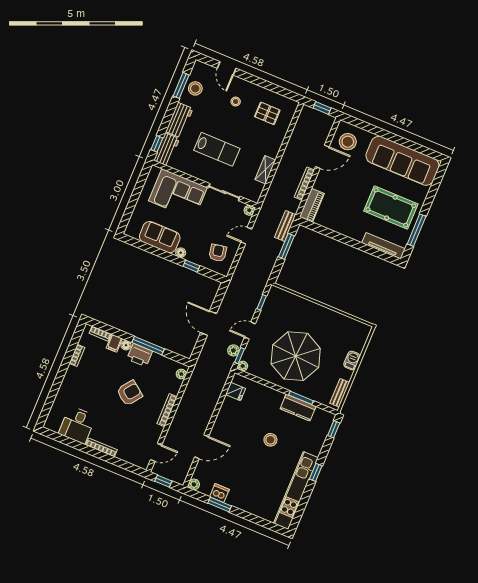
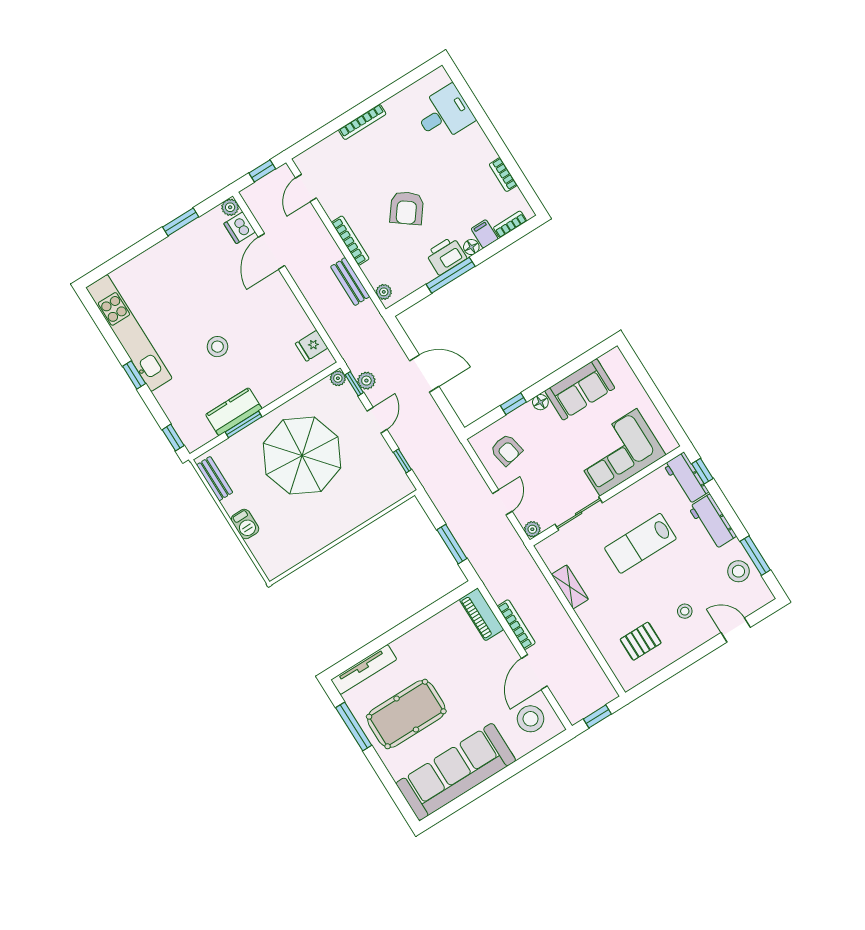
bench: (285, 226) -> (350, 282), moved
desk: (77, 425) -> (444, 114), moved, turned 90
dishwasher: (219, 493) -> (240, 228), moved, turned 90

